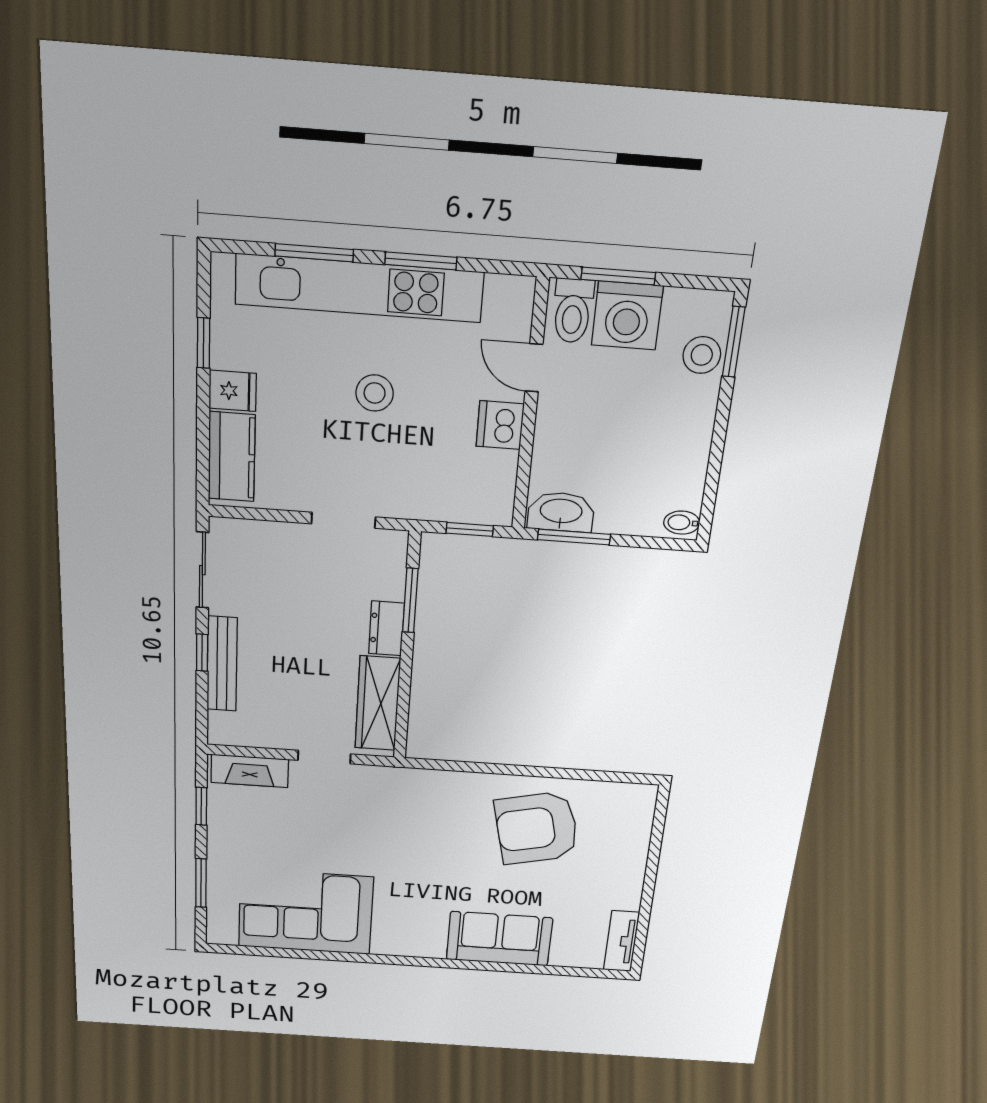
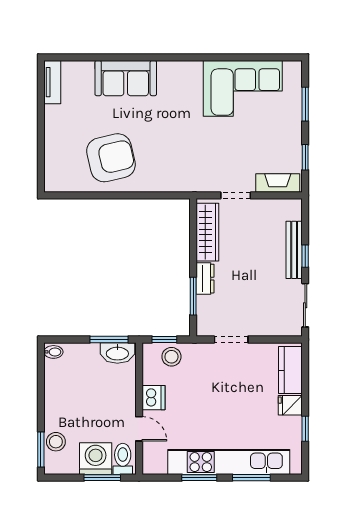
stool: (375, 393) -> (171, 357), moved

